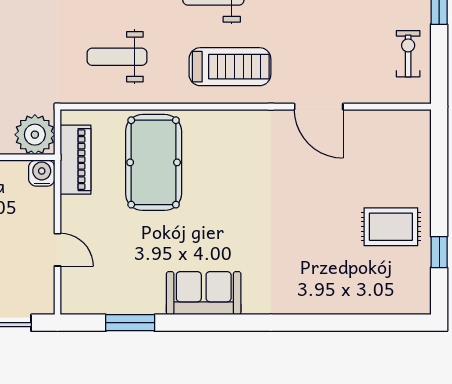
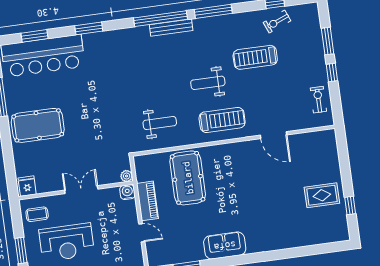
weight bench: (117, 57) -> (160, 123), turned 180
plant: (35, 135) -> (127, 176), width x0.53, depth x0.53
piano: (76, 160) -> (147, 201), moved

